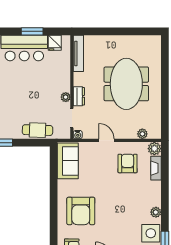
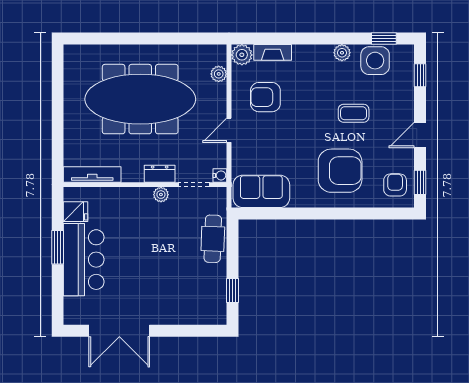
meeting table: (126, 84) -> (140, 99), width x1.36
coffee table: (117, 220) -> (354, 113), added

